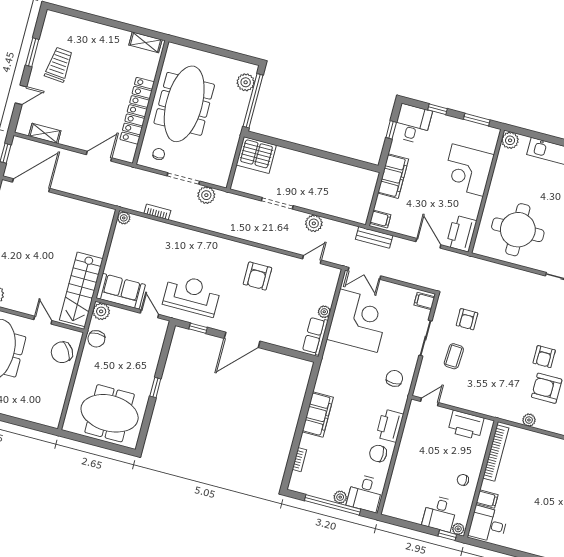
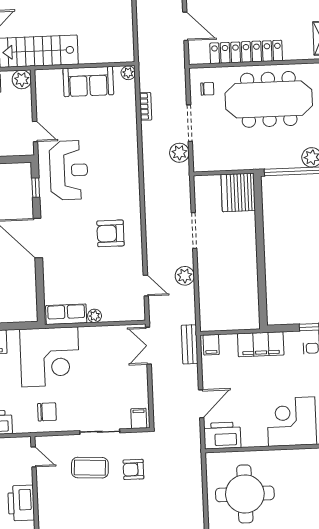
sofa: (121, 291) -> (88, 82), moved, turned 90
door: (149, 314) -> (35, 131), hinge flipped
corner desk: (358, 321) -> (50, 357), moved
coffee table: (454, 356) -> (90, 468), width x1.36, depth x1.30

